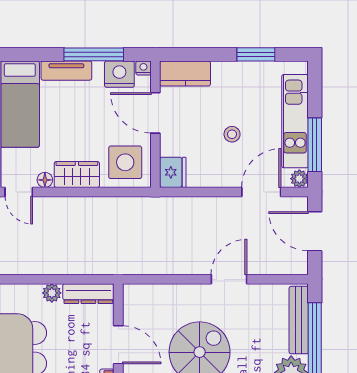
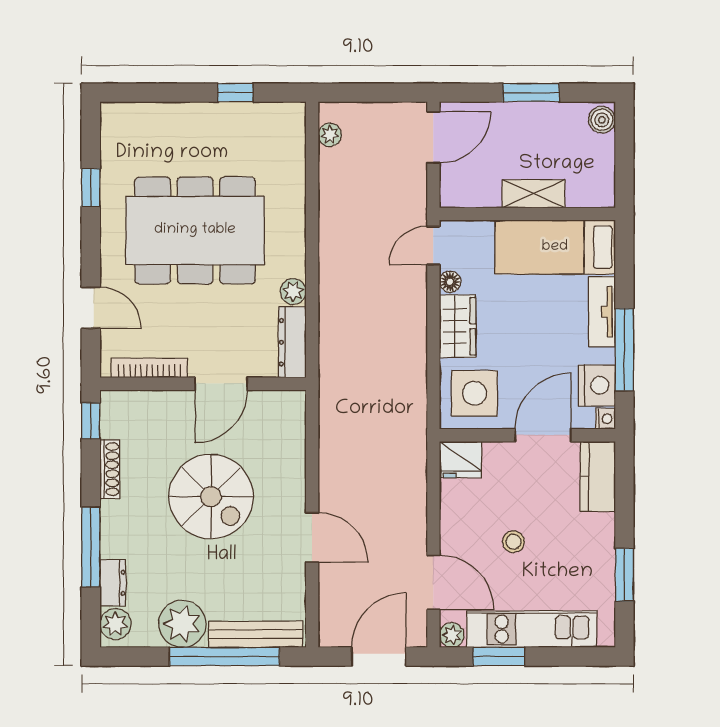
window: (315, 145) -> (499, 657), width x0.69

